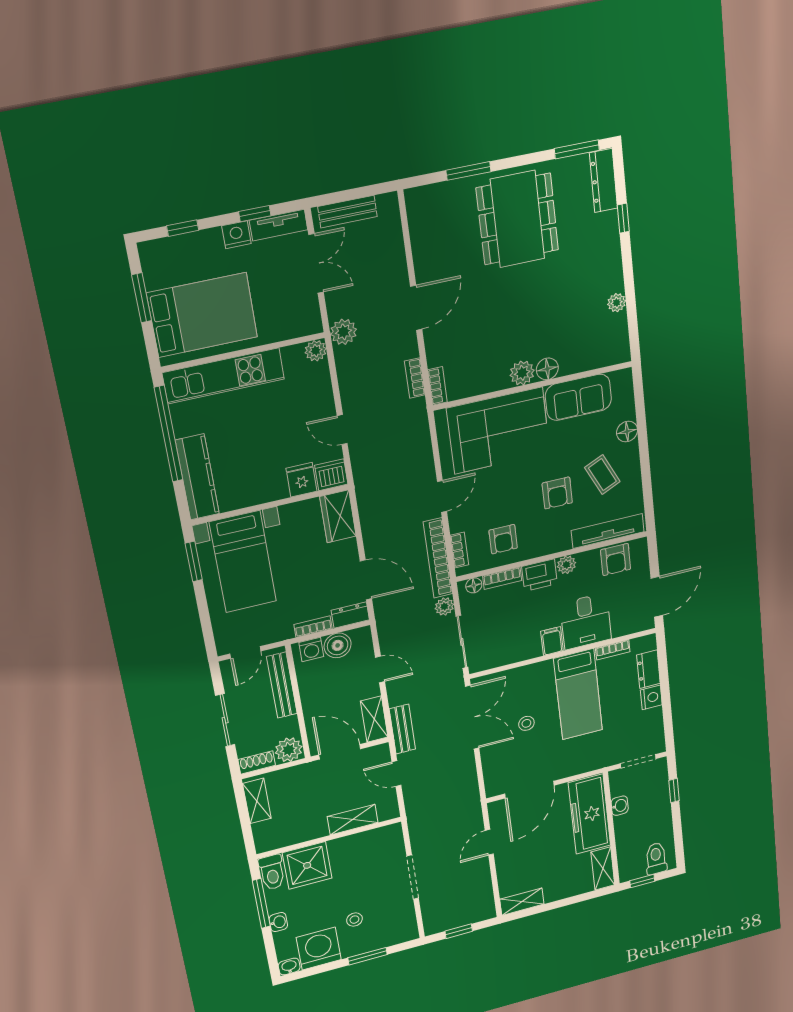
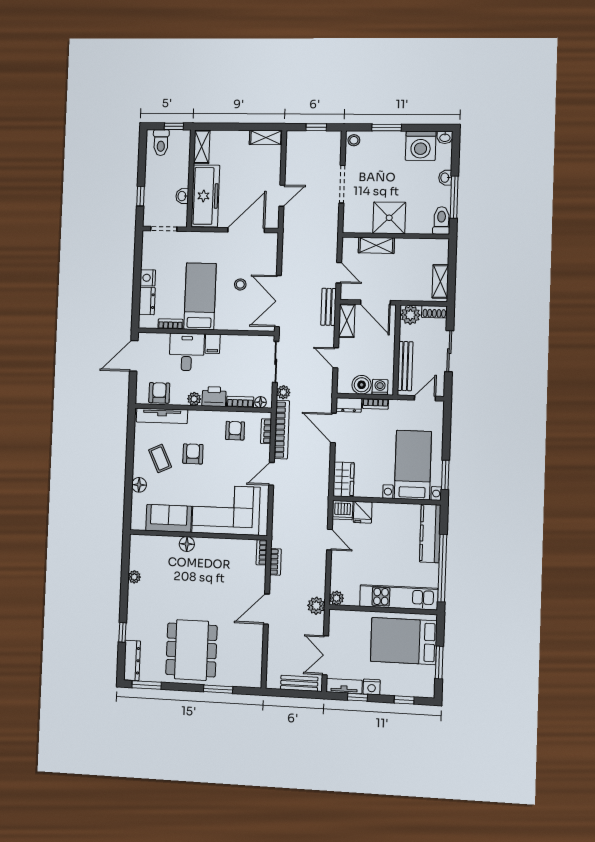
plant: (522, 373) -> (204, 546), removed
shower: (307, 865) -> (389, 218), moved
stool: (354, 920) -> (354, 140), moved

